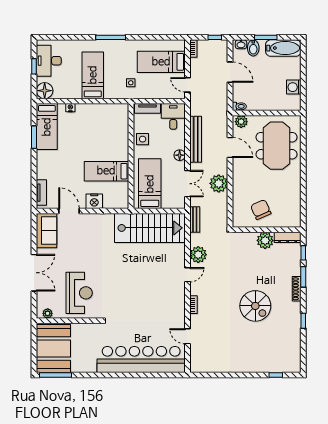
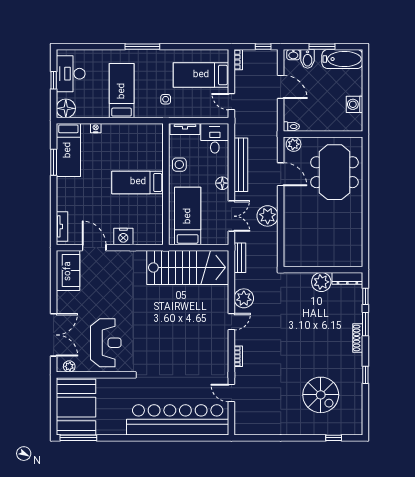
bed: (106, 171) -> (138, 182), moved
chair: (261, 210) -> (316, 246), removed
double door: (34, 273) -> (54, 335), moved
spiral stairs: (255, 306) -> (321, 395), moved

